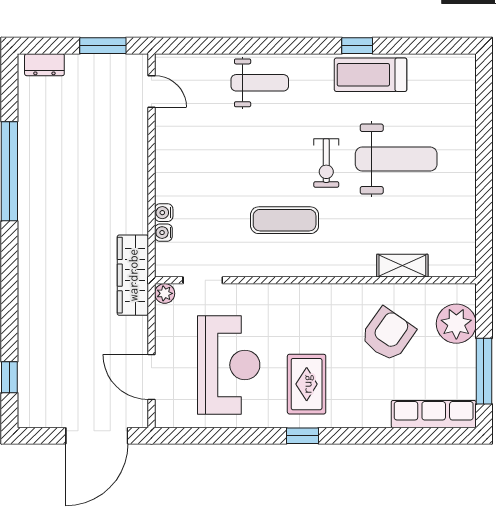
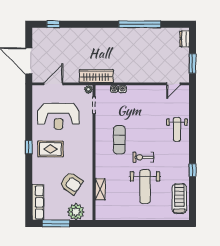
treadmill: (371, 75) -> (179, 199), moved

